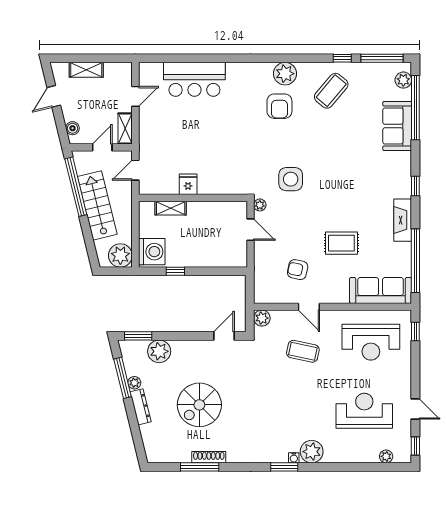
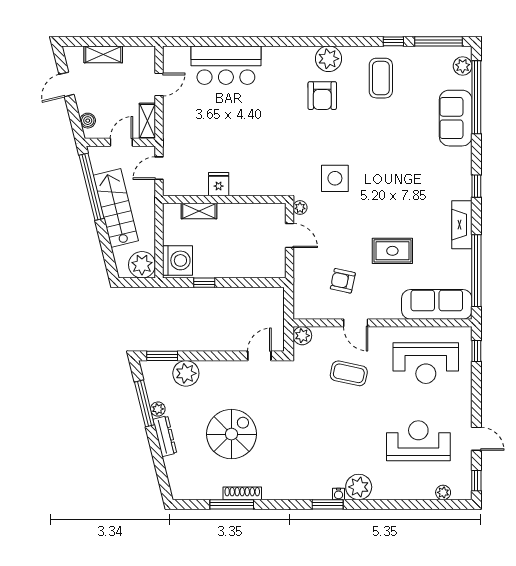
coffee table: (331, 91) -> (381, 78), turned -40
spiral stairs: (199, 405) -> (231, 434), turned 180

